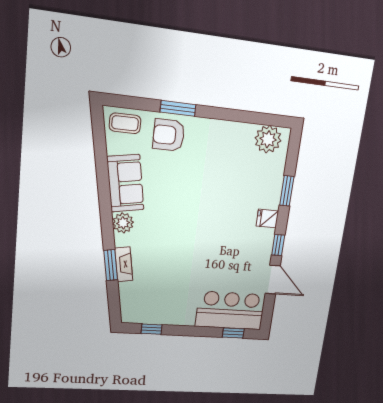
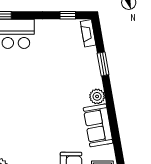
fireplace: (124, 264) -> (88, 33), moved

